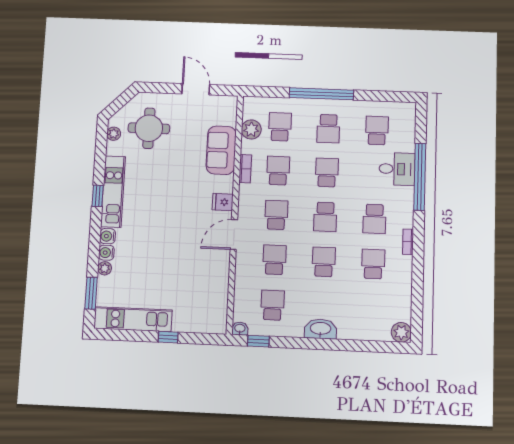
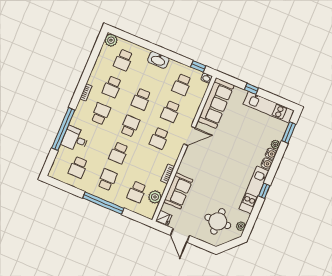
school desk: (278, 171) -> (123, 60), moved
fridge: (223, 202) -> (164, 218), moved
sofa: (213, 297) -> (216, 103), added

